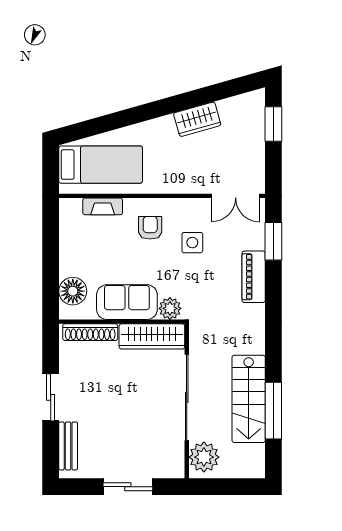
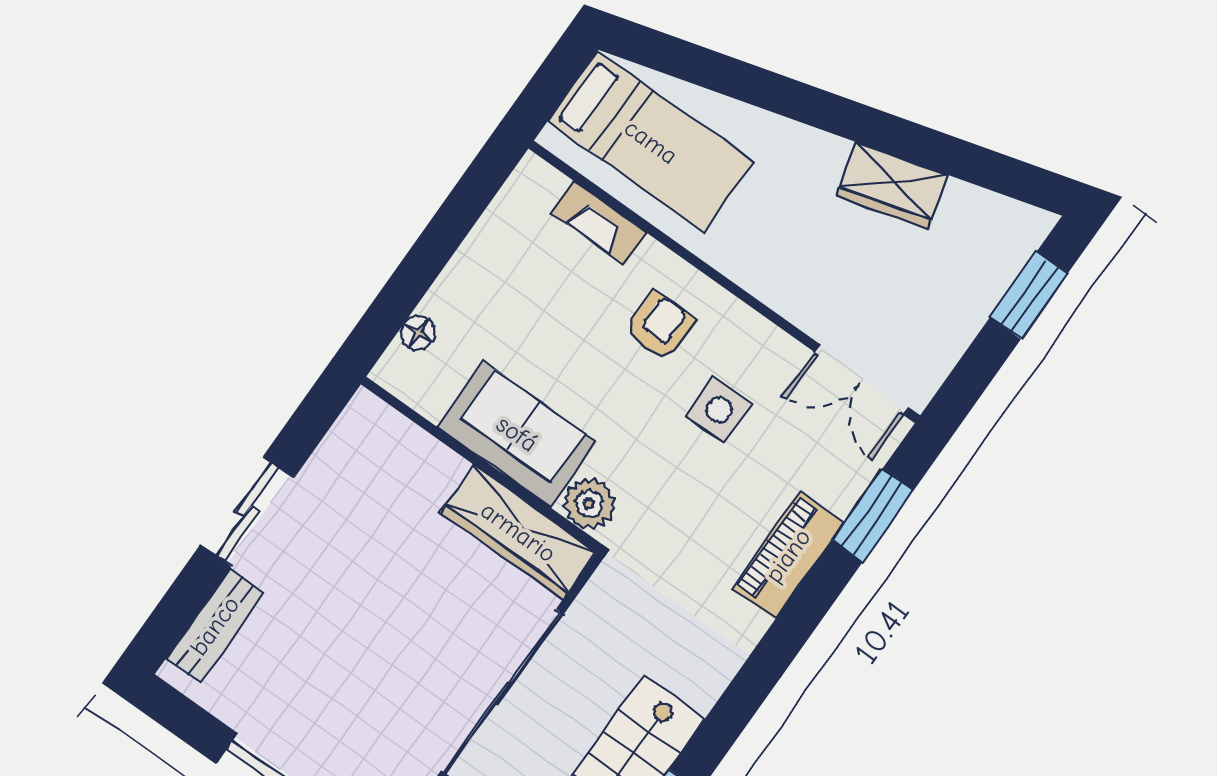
floor lamp: (73, 291) -> (418, 333), width x0.53, depth x0.53
shoe rack: (90, 332) -> (408, 442), removed

